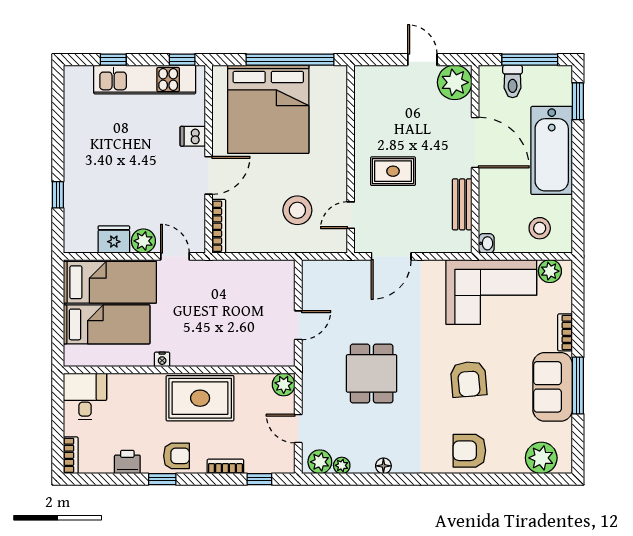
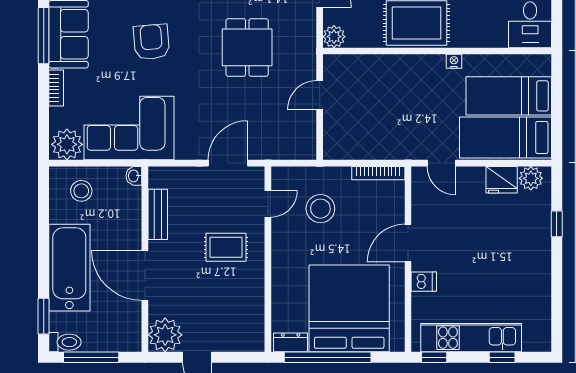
dresser: (328, 75) -> (291, 342), added
toilet: (513, 81) -> (65, 342), moved, turned 90
bookcase: (219, 226) -> (378, 173), moved, turned -90
plant: (143, 241) -> (531, 178), moved
plant: (550, 271) -> (67, 144), width x1.36, depth x1.36

